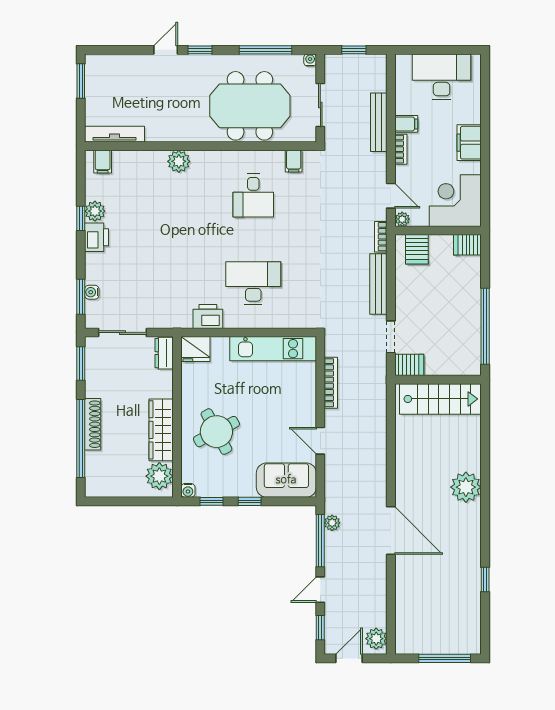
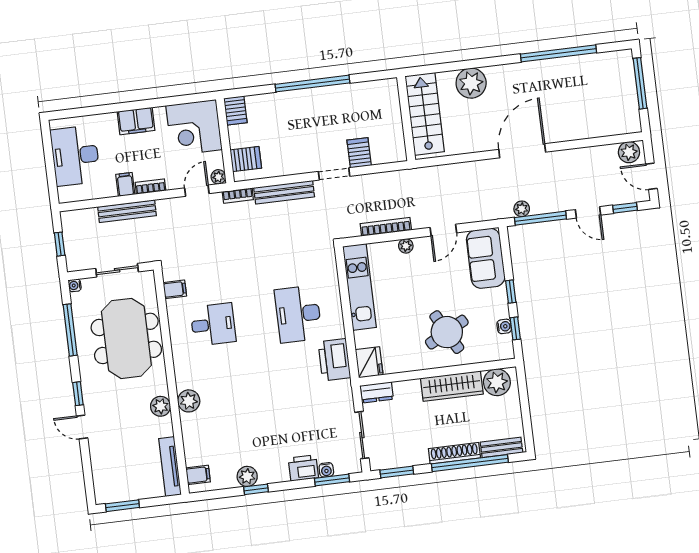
plant: (177, 132) -> (160, 406), added
printer: (97, 237) -> (303, 468), moved
printer: (208, 316) -> (334, 360), width x1.37, depth x1.19
wall: (438, 380) -> (406, 119), moved
stairs: (440, 399) -> (425, 114), moved
plant: (309, 401) -> (406, 246), added
bench: (93, 473) -> (501, 447), added
water cooler: (188, 490) -> (504, 326), moved
window: (485, 579) -> (558, 53), width x3.17

